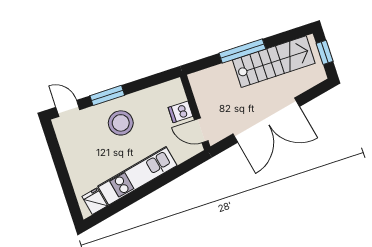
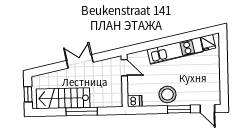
dishwasher: (181, 112) -> (135, 101), moved
double door: (266, 120) -> (80, 61), width x0.54
stool: (121, 123) -> (167, 94), moved

